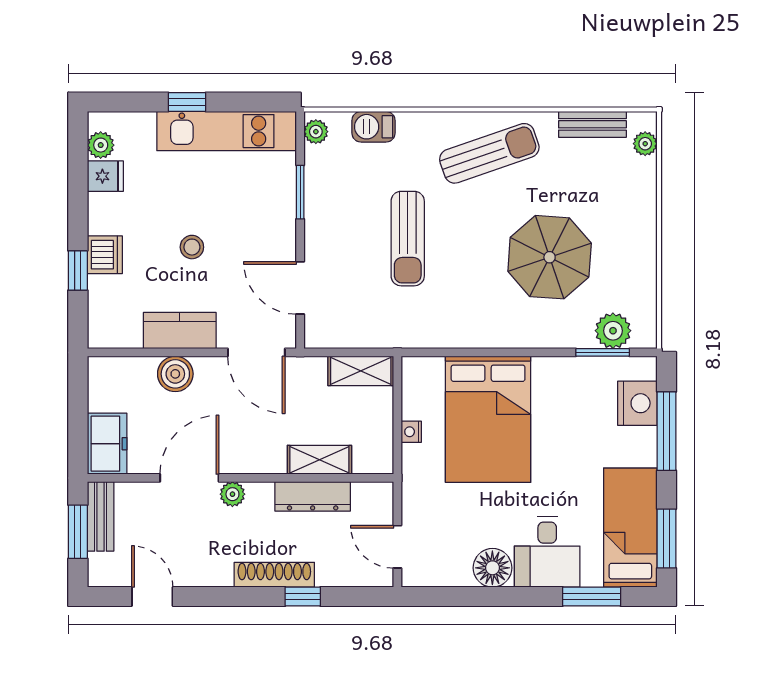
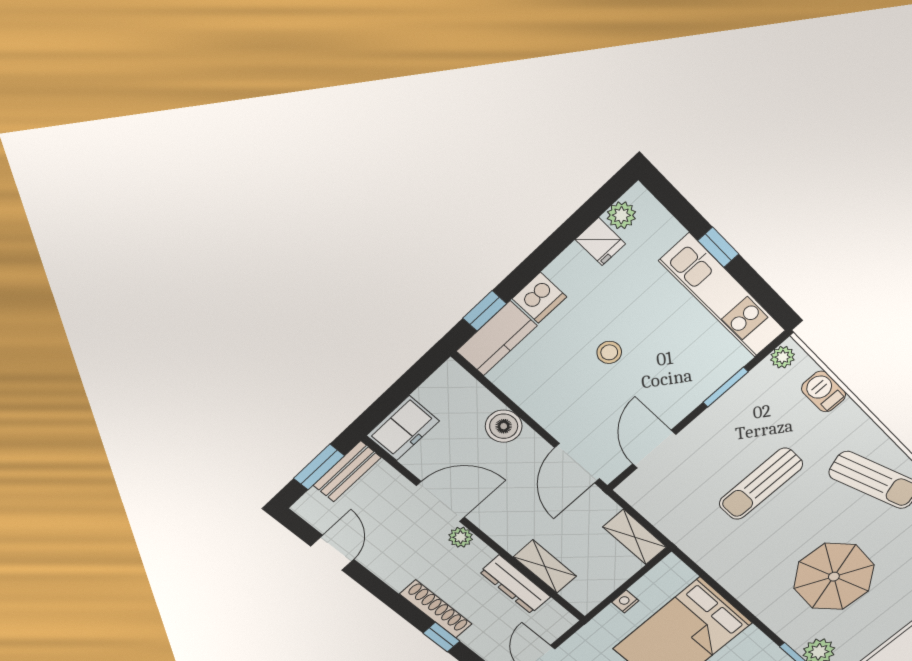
window: (78, 271) -> (485, 311), moved
kitchen counter: (180, 330) -> (497, 338), moved, turned 90

